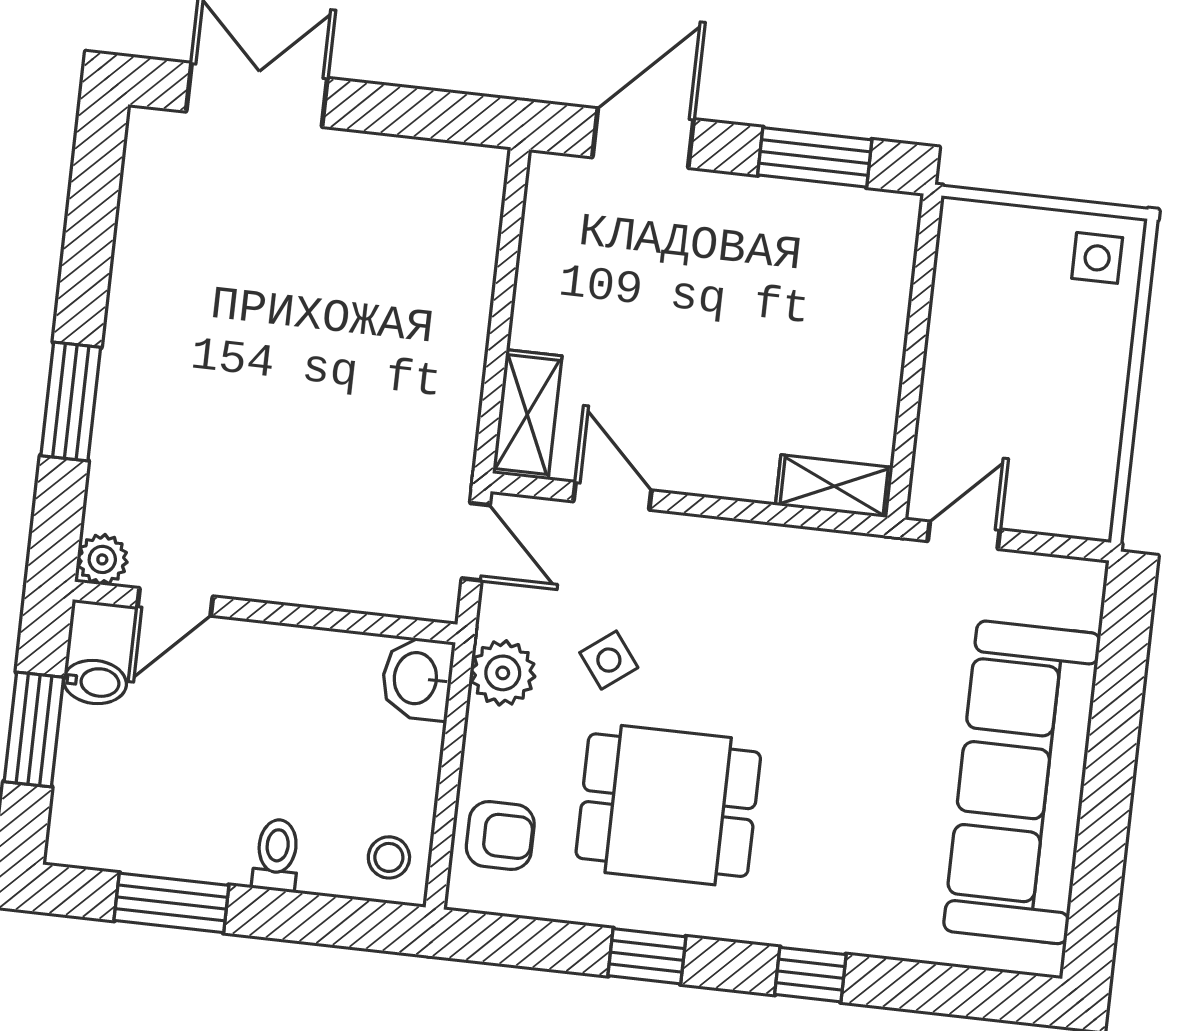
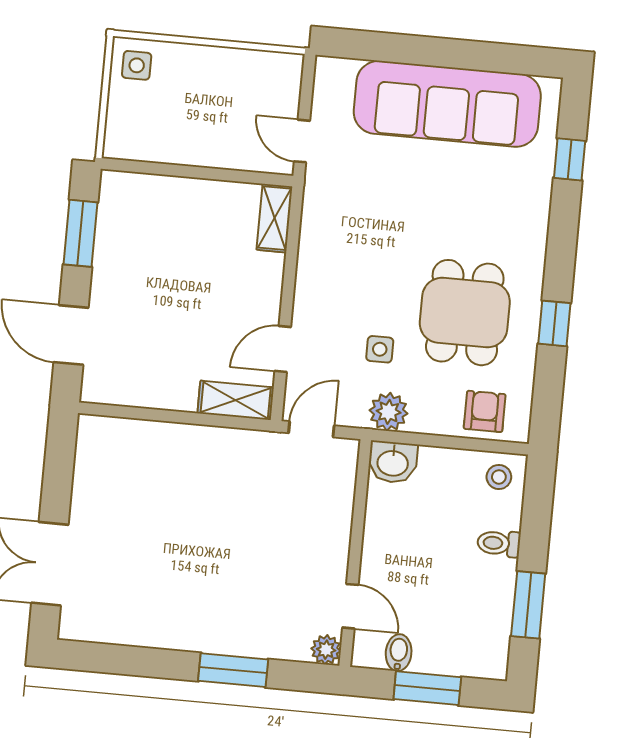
side table: (609, 660) -> (380, 349), turned 37
window: (810, 975) -> (570, 159), moved

